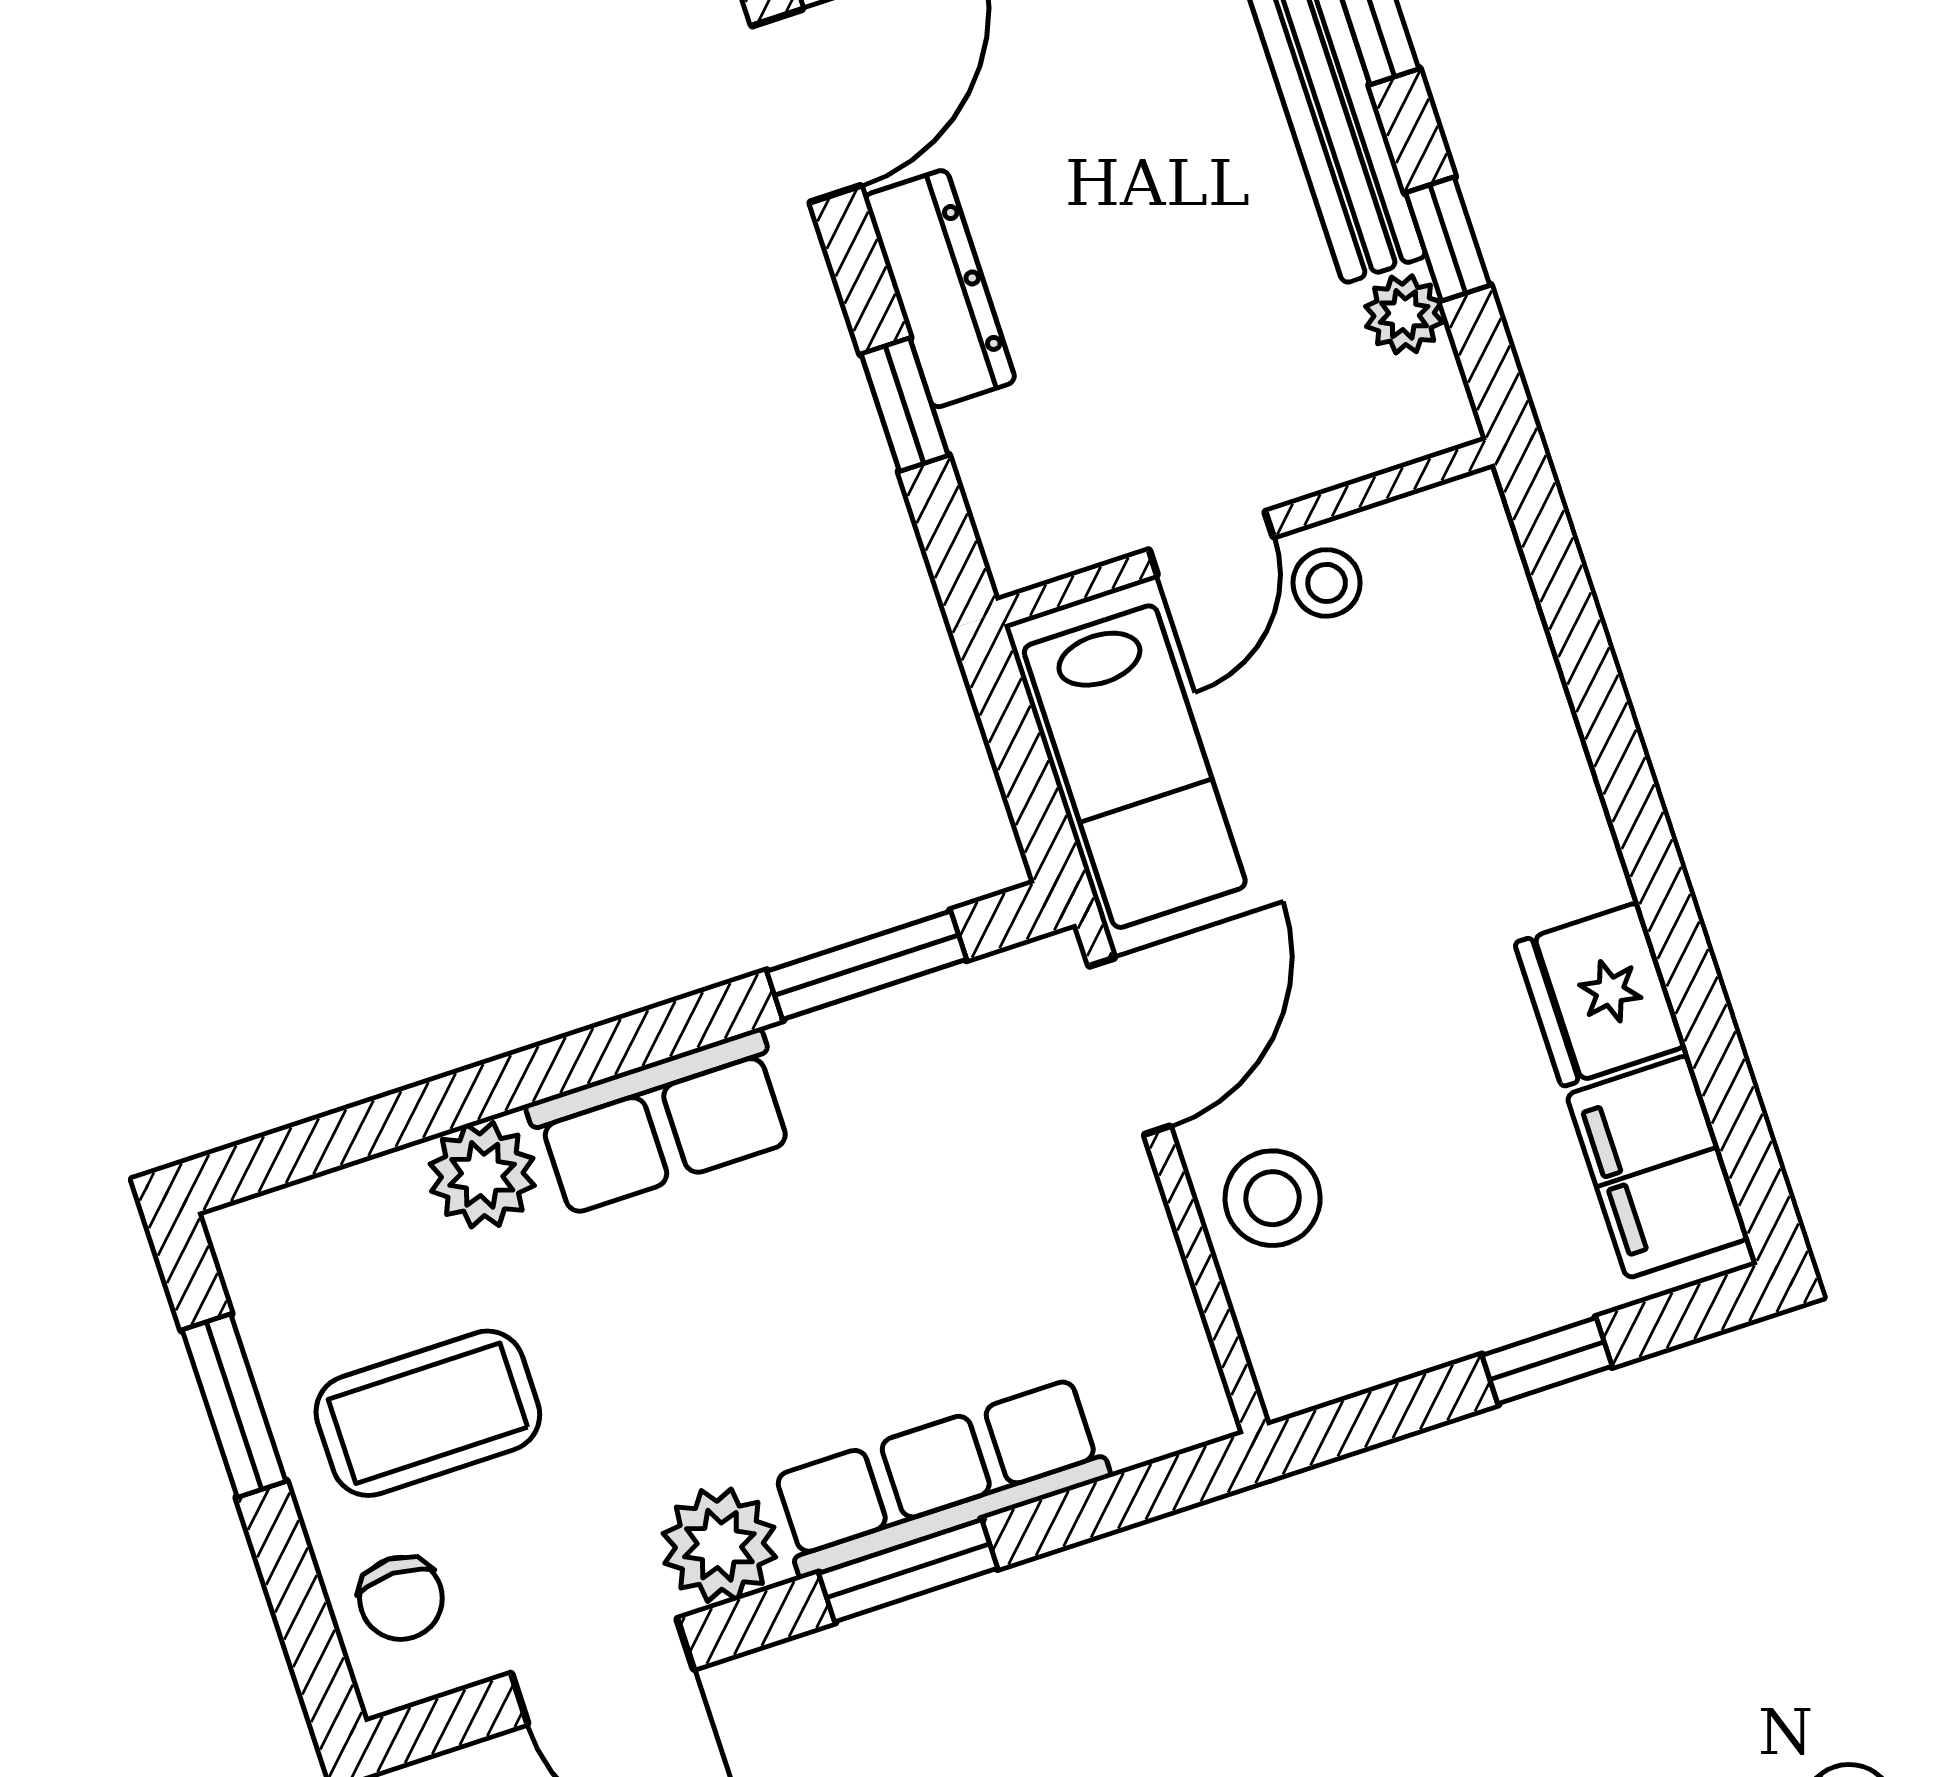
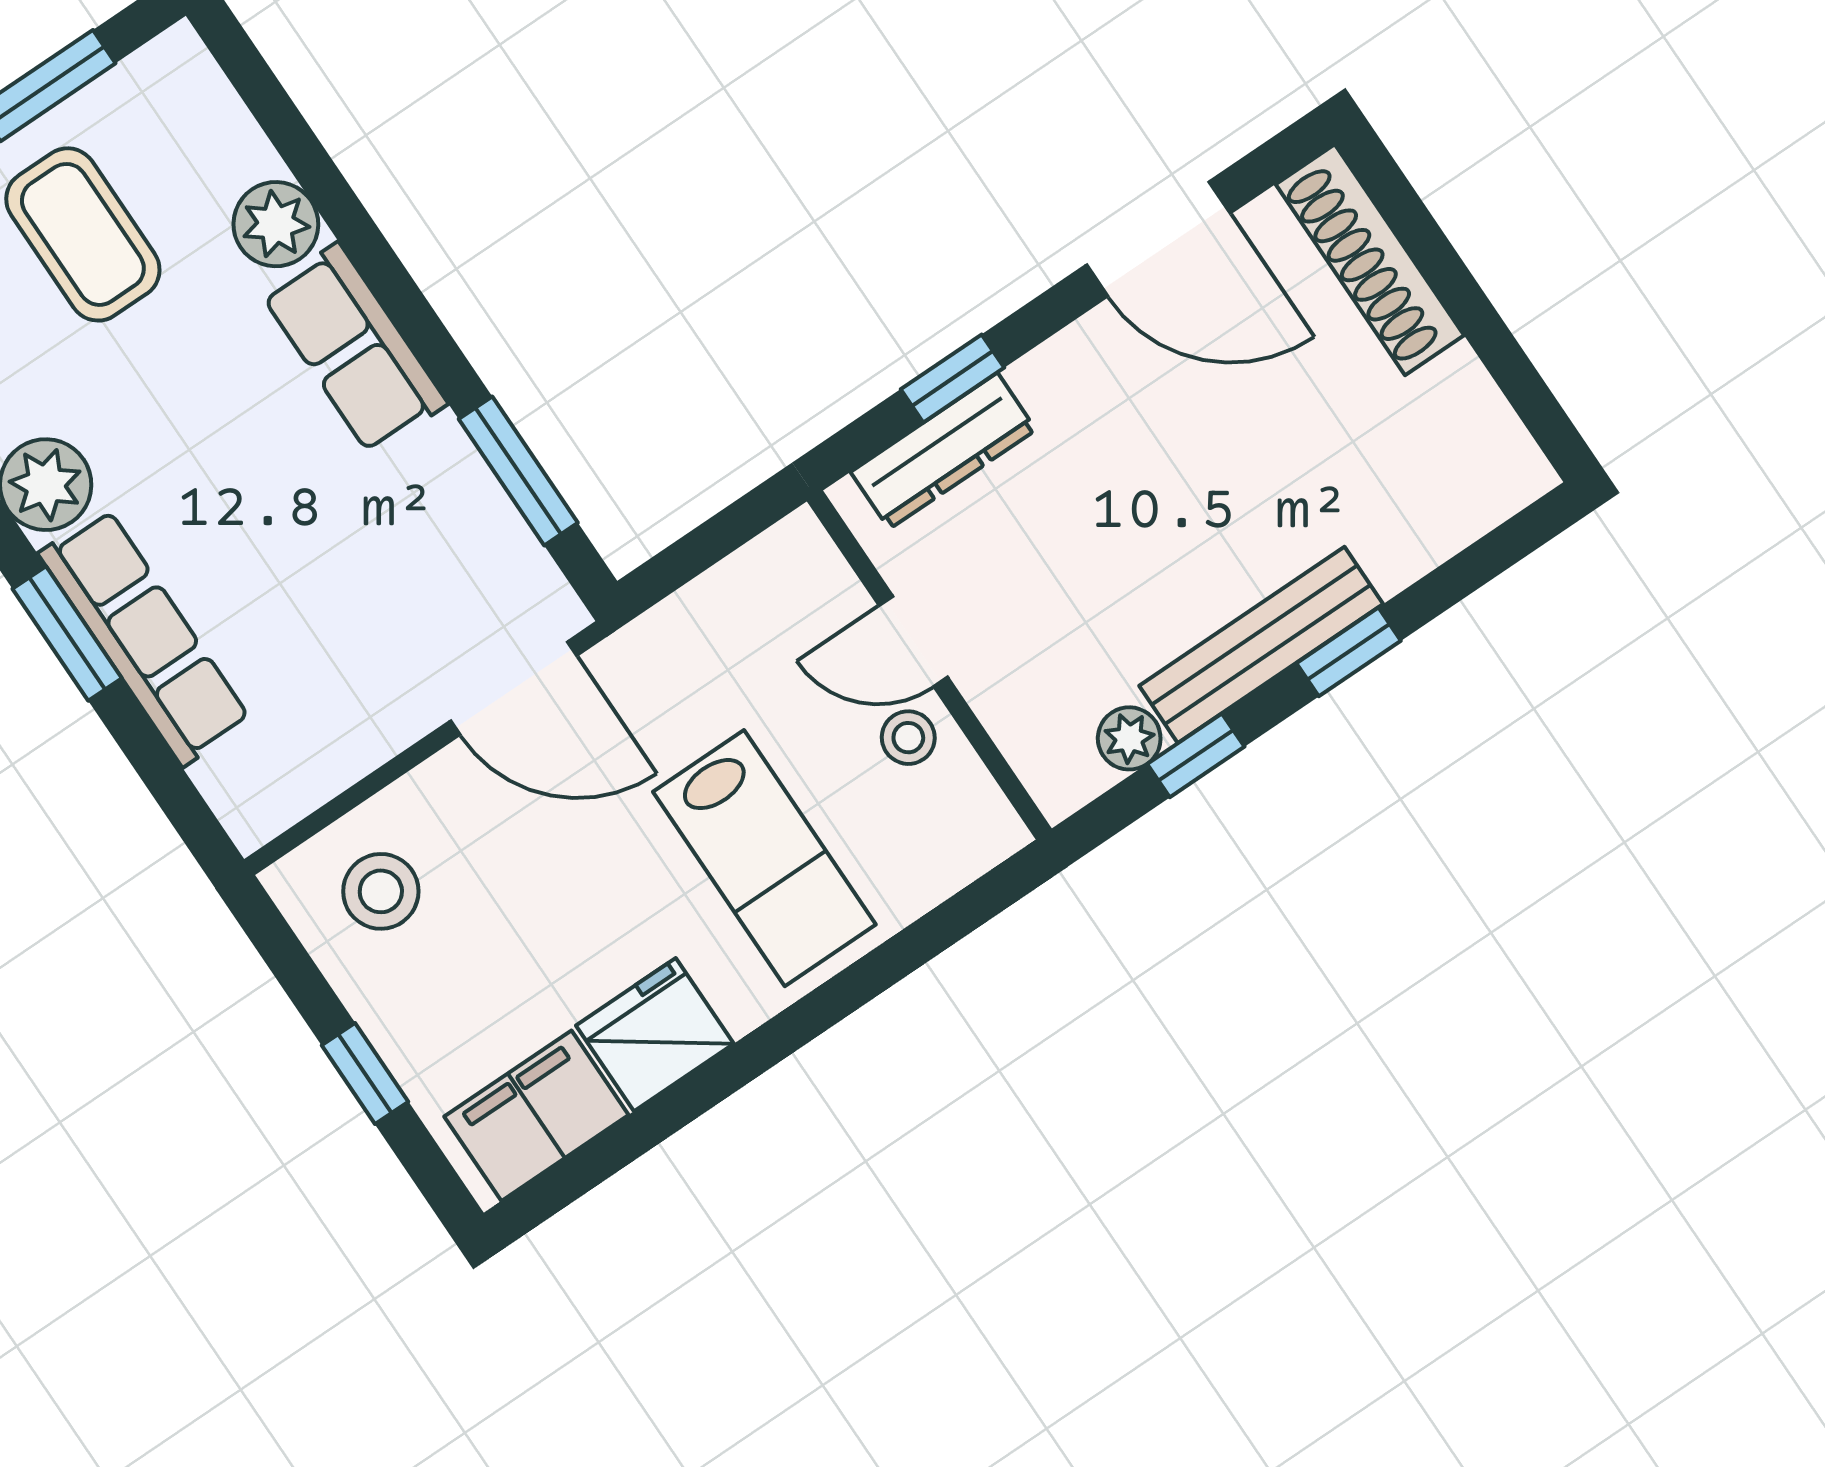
dresser: (940, 289) -> (943, 451), moved
lab bench: (1135, 767) -> (764, 858), moved, turned -90
stool: (1273, 1198) -> (381, 891), moved

